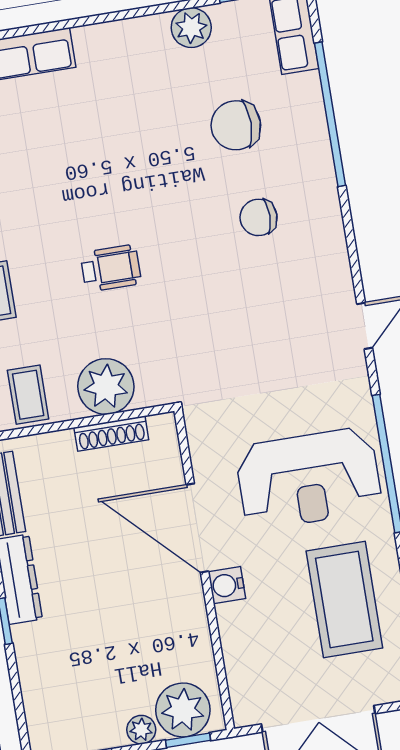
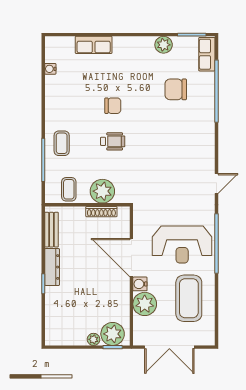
chair: (259, 217) -> (113, 106), moved, turned 180
plant: (245, 629) -> (145, 304), added

